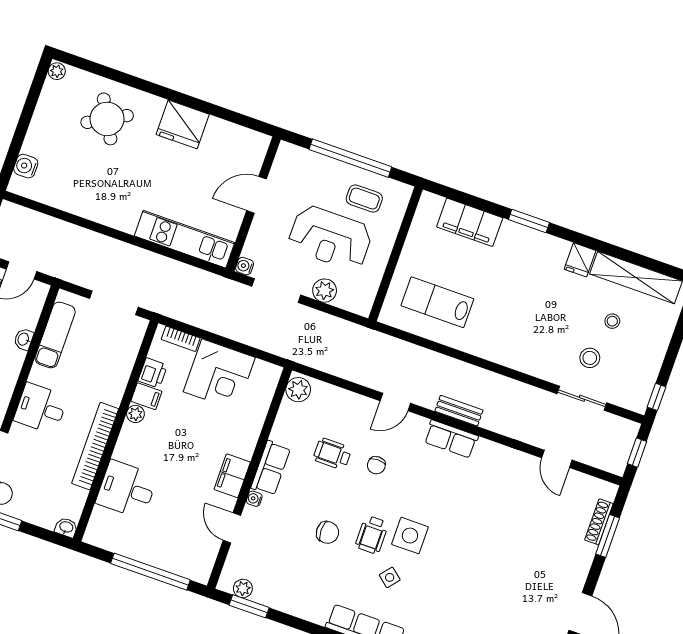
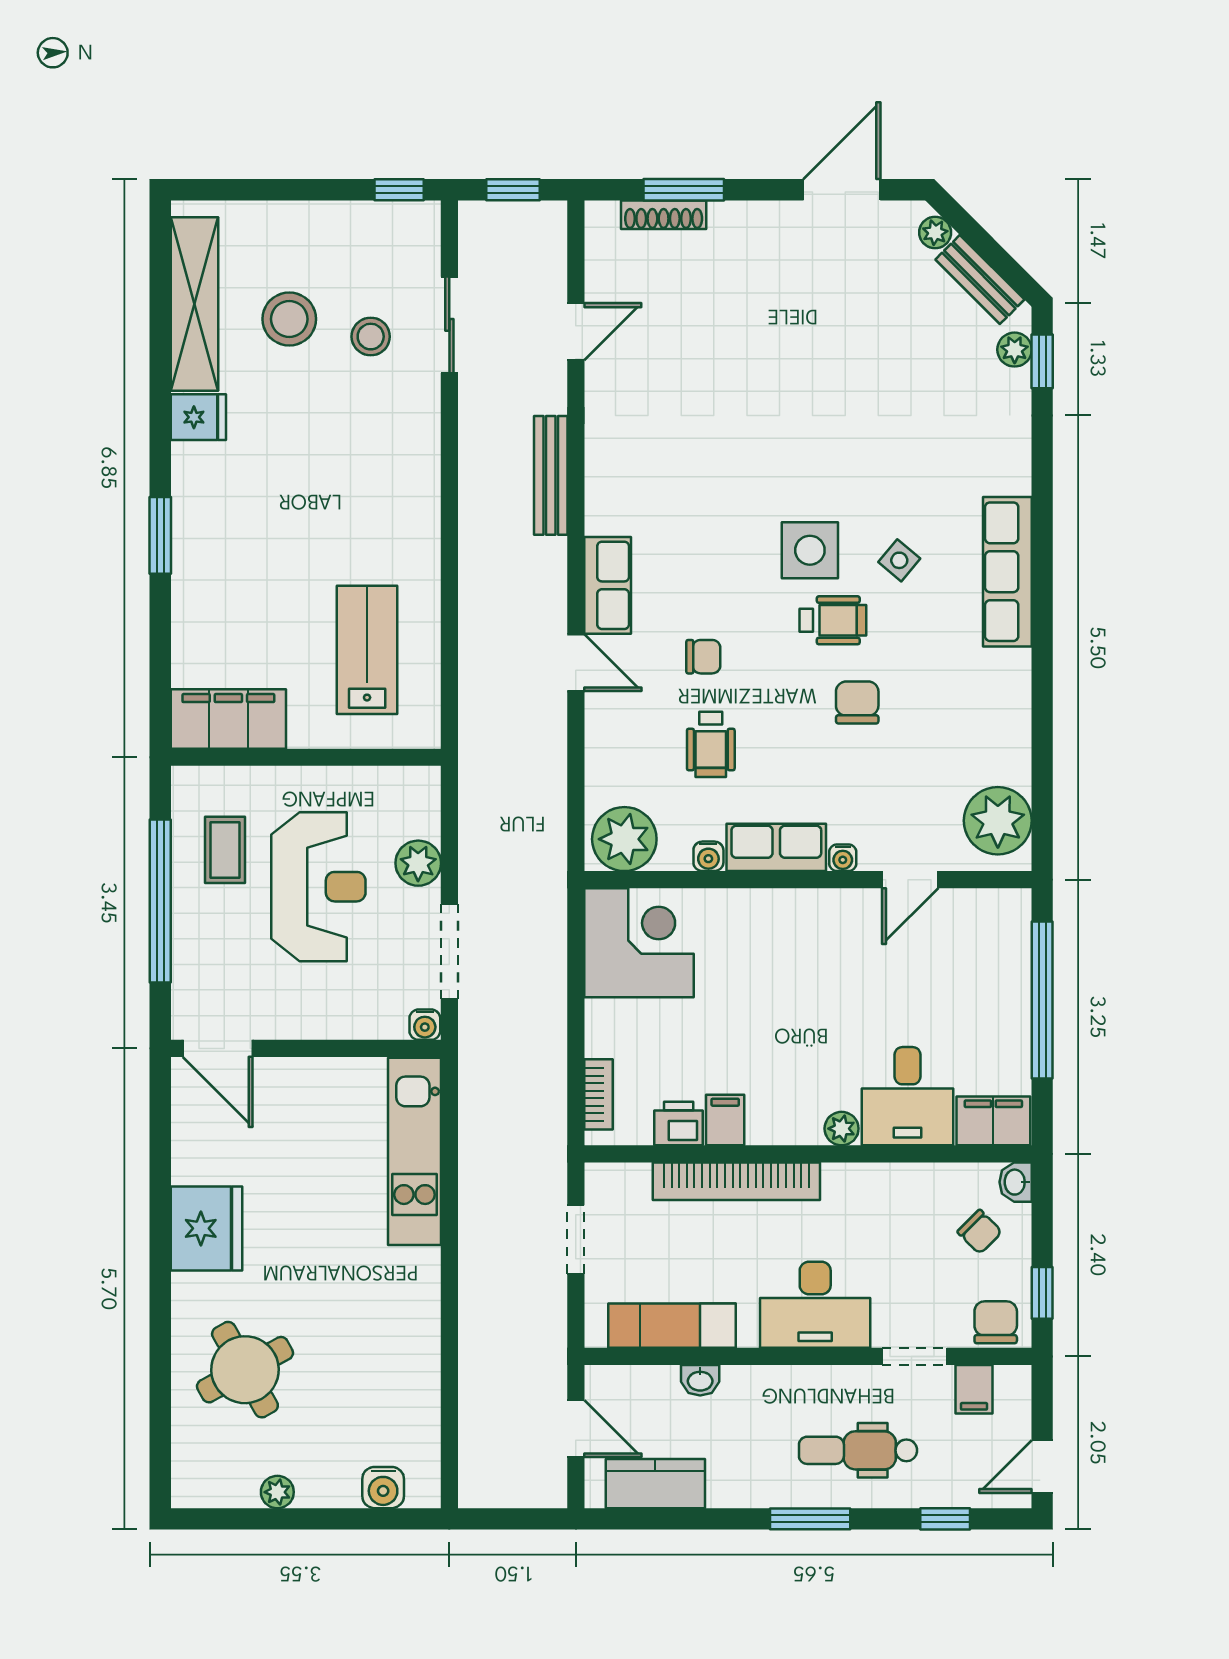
plant: (57, 71) -> (277, 1492), moved
door: (257, 195) -> (218, 1048), moved
filing cabinet: (470, 222) -> (228, 719), moved, turned -90
lab bench: (437, 302) -> (367, 650), turned 180
doorway: (114, 303) -> (576, 1239), width x0.73
stool: (612, 321) -> (289, 319), width x1.89, depth x1.89
corner desk: (219, 375) -> (639, 943), moved
plant: (298, 390) -> (624, 839), width x1.36, depth x1.36
desk: (41, 408) -> (815, 1305), width x1.37
bench: (459, 411) -> (551, 475), moved, width x1.36
plant: (135, 414) -> (842, 1129), moved
water cooler: (278, 433) -> (708, 856), added
row of seats: (451, 439) -> (608, 585), moved
bookcase: (95, 446) -> (736, 1181), moved
filing cabinet: (232, 476) -> (993, 1121), moved, turned 180
chair: (48, 501) -> (980, 1232), added
plant: (243, 588) -> (998, 821), width x1.88, depth x1.88
window: (249, 606) -> (1042, 798), removed

